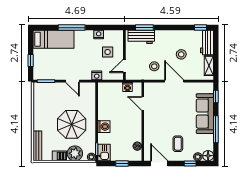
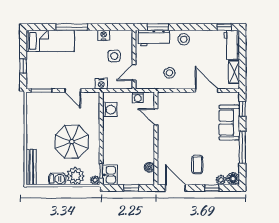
stool: (181, 54) -> (184, 39), moved
door: (174, 81) -> (207, 90), moved
sofa: (205, 114) -> (229, 123), width x0.73
washing machine: (104, 127) -> (110, 110), moved

